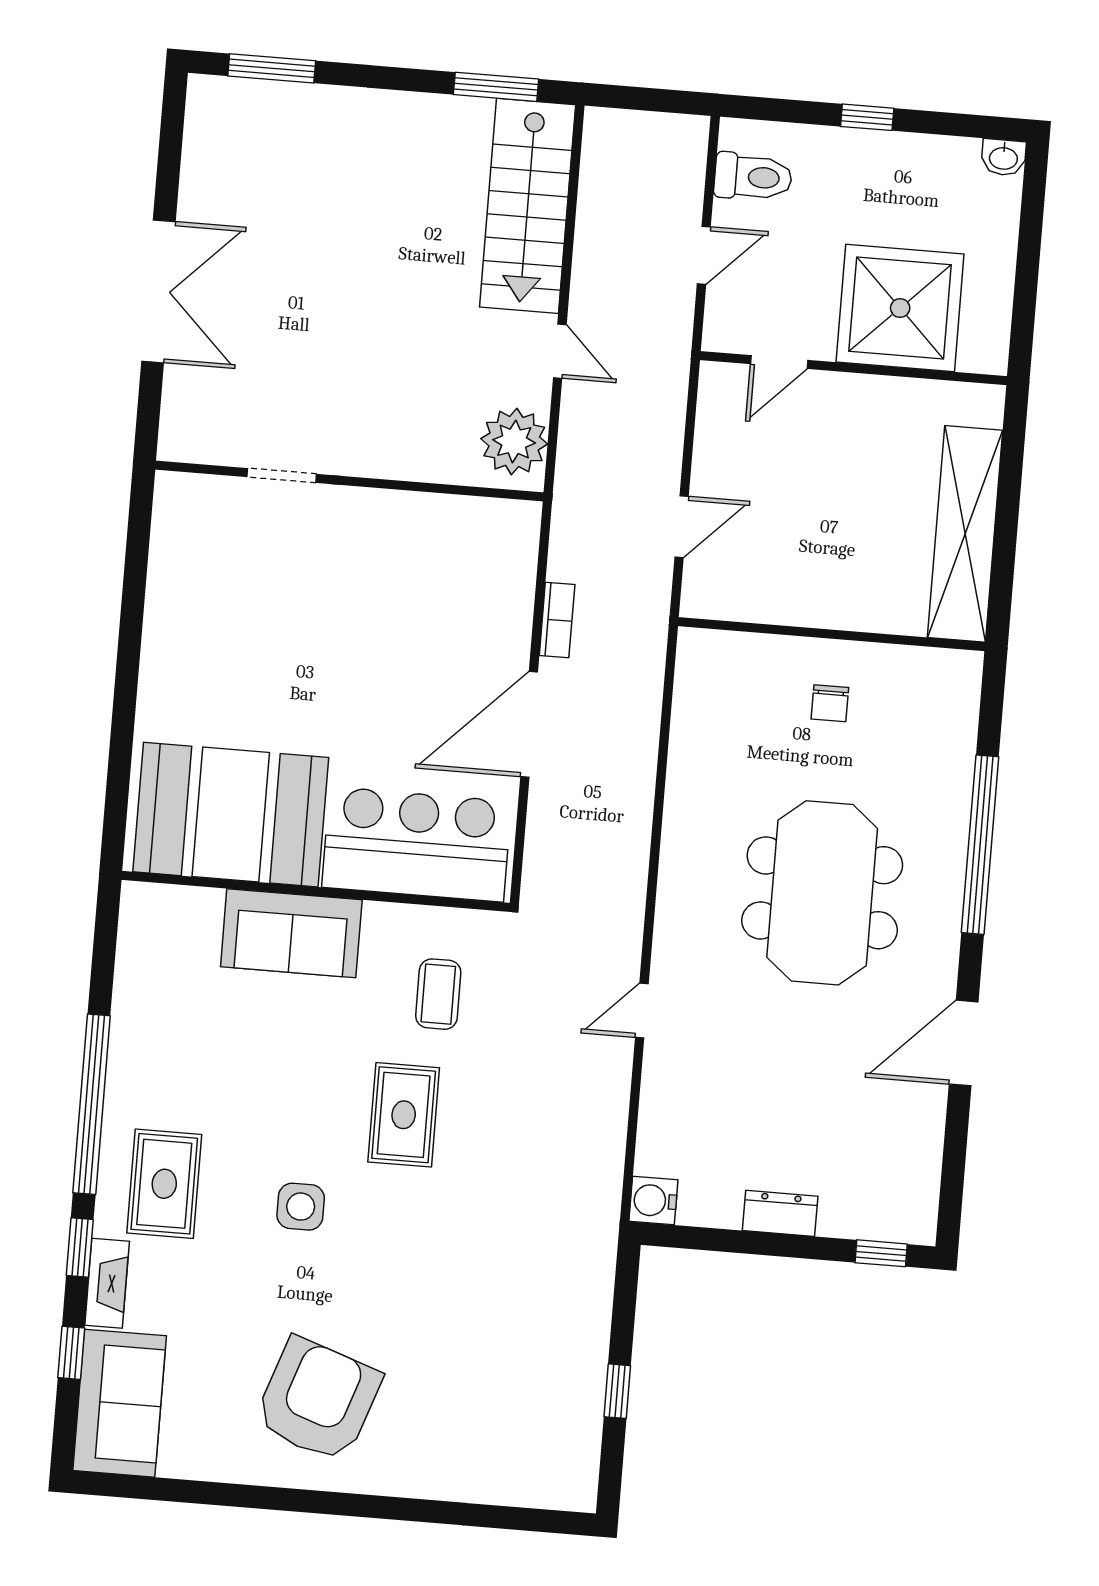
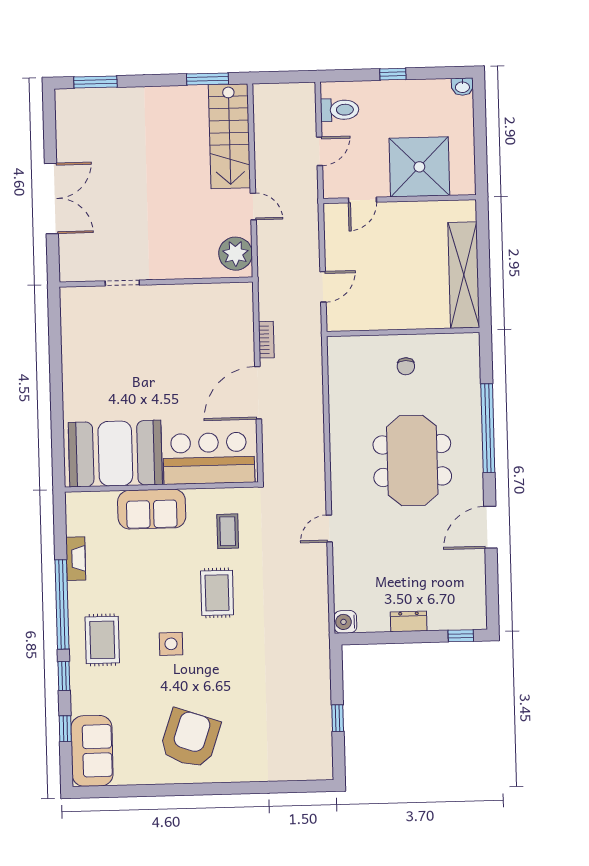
fireplace: (107, 1283) -> (76, 559), moved

